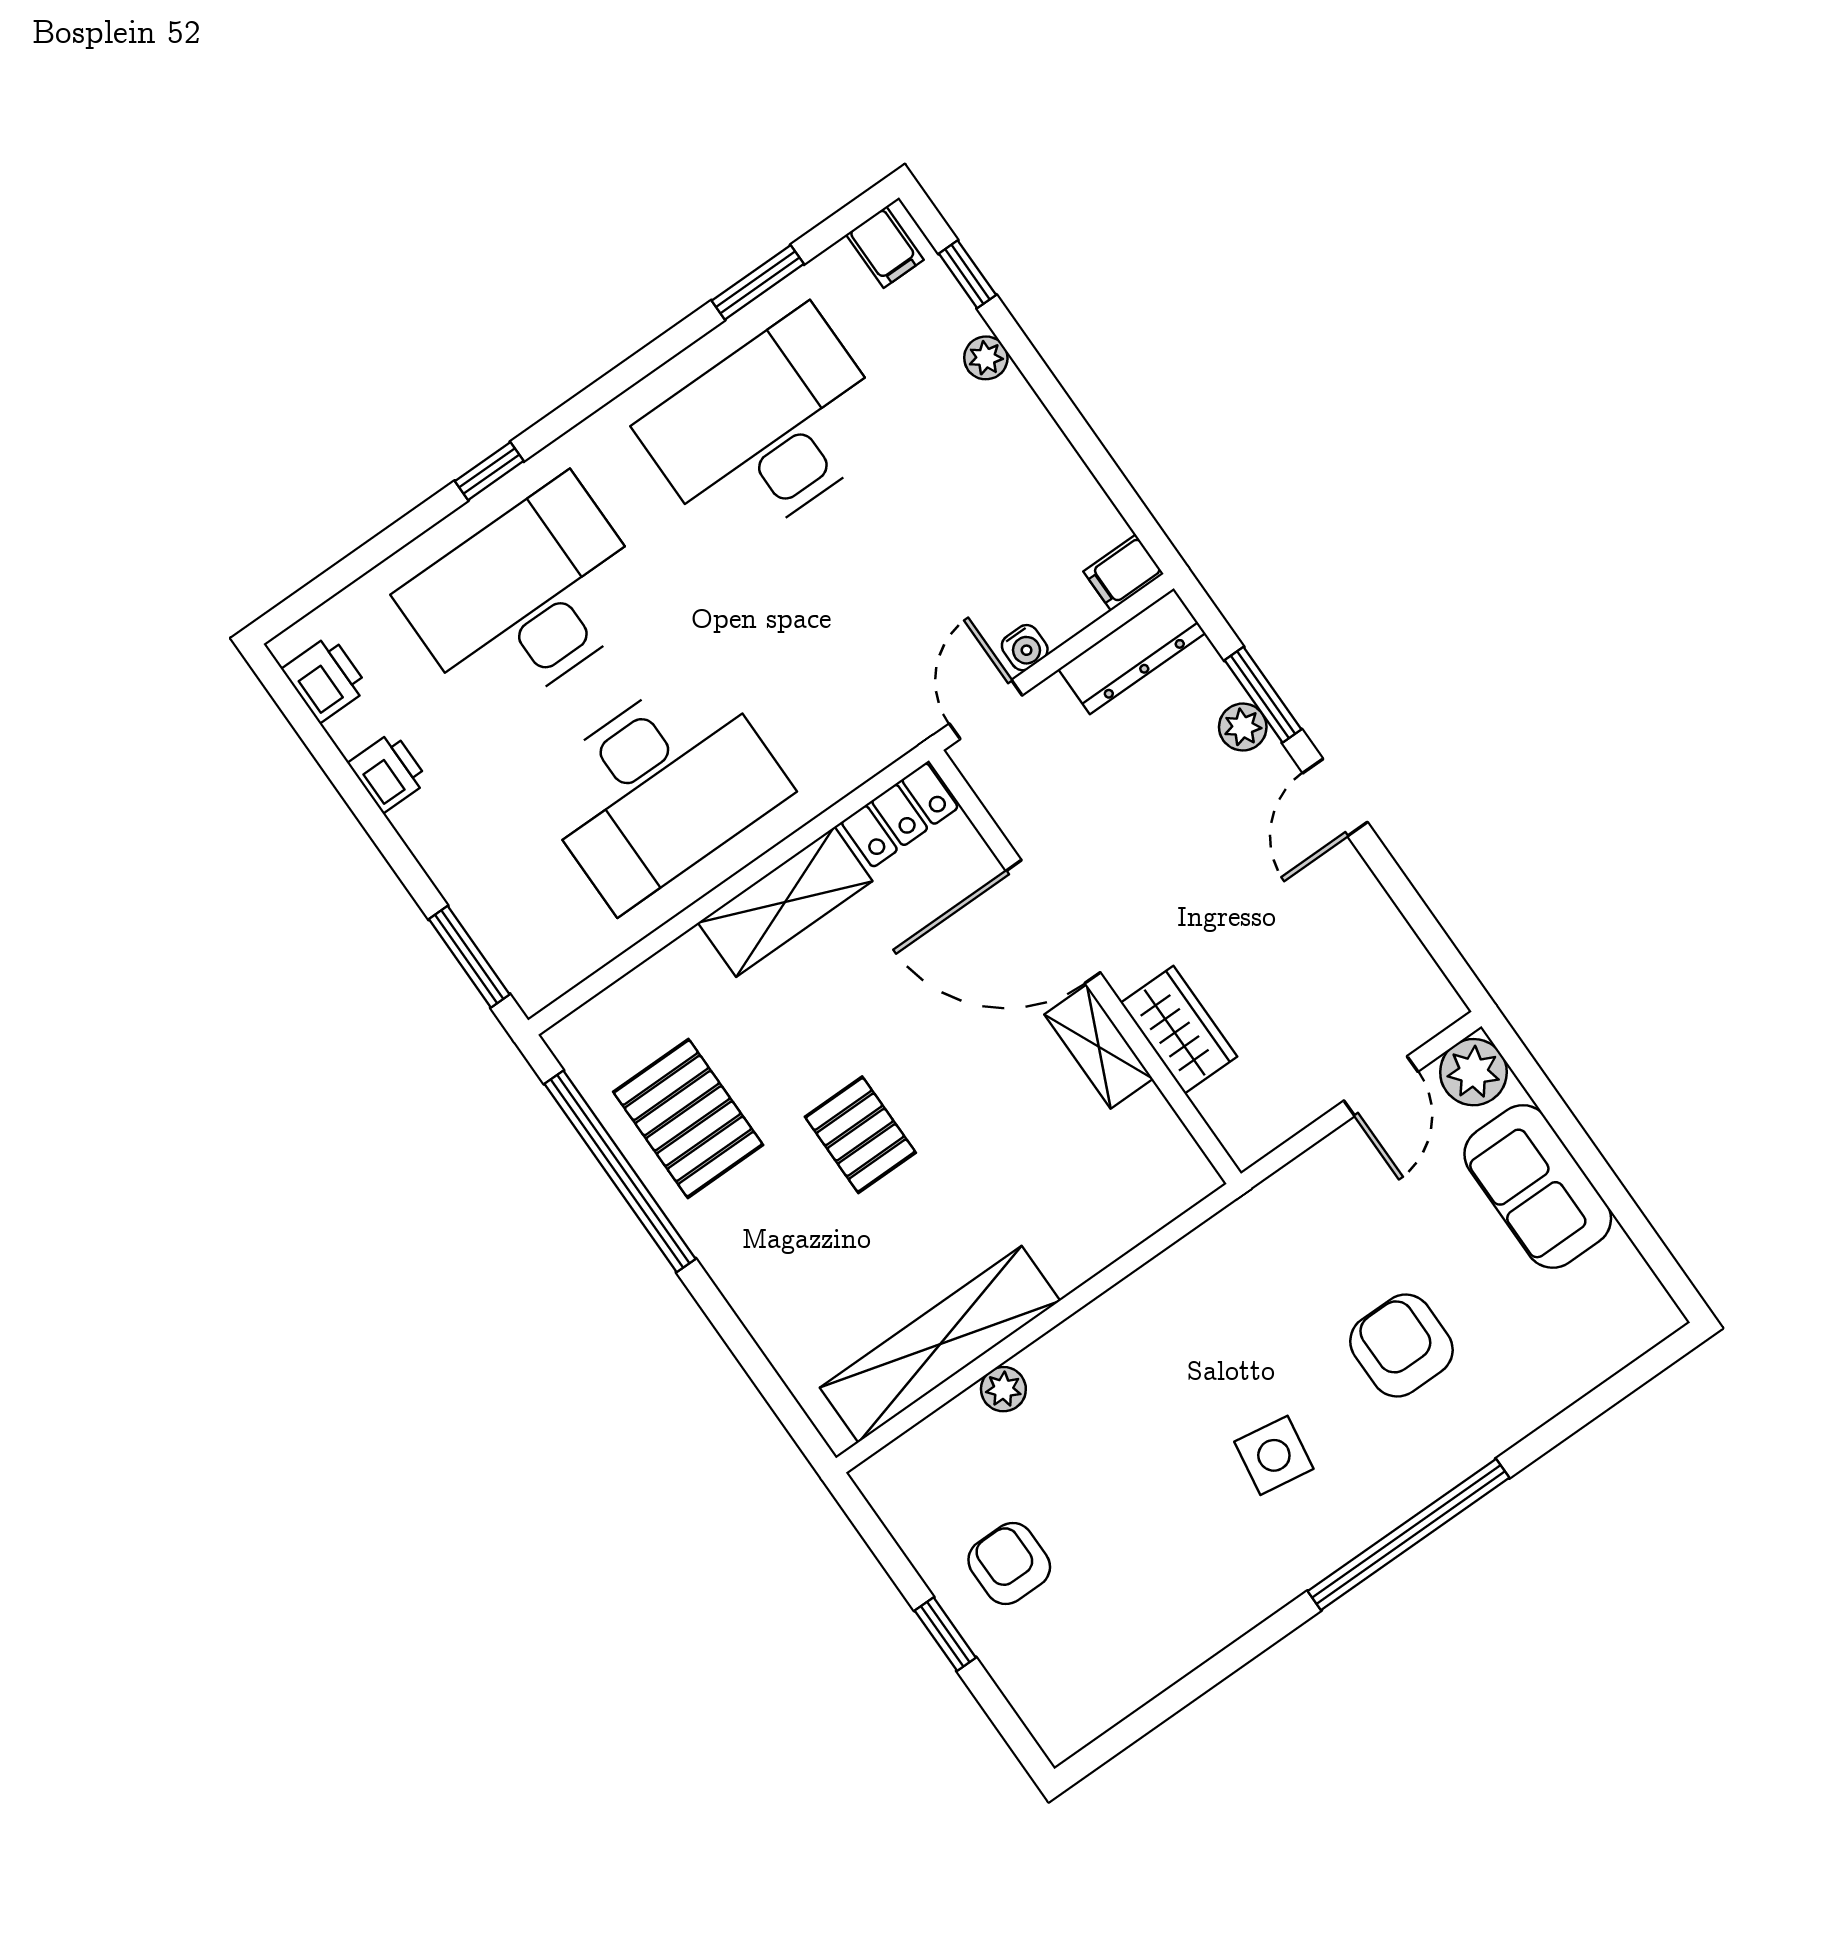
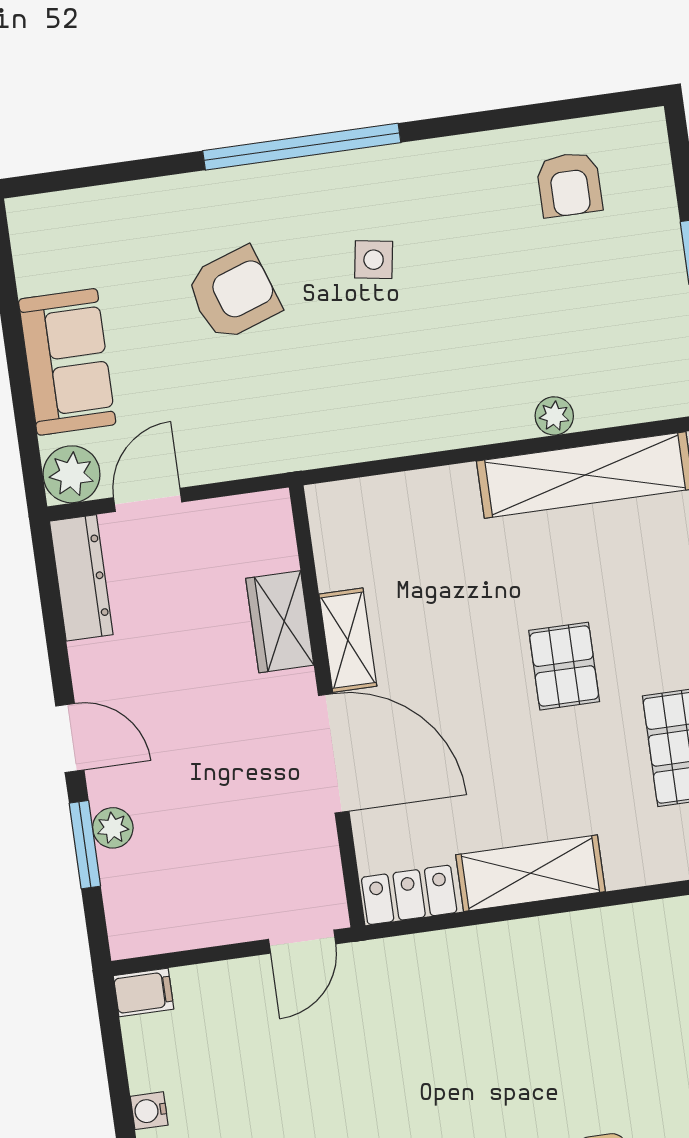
water cooler: (1025, 648) -> (149, 1111), moved, turned -90
dresser: (1132, 651) -> (81, 578), moved, turned 90
desk: (660, 787) -> (581, 1009), removed
door: (1335, 798) -> (70, 738), hinge flipped
armchair: (1401, 1346) -> (233, 294), turned -109
side table: (1274, 1455) -> (374, 260), width x0.73, depth x0.73
armchair: (1009, 1563) -> (569, 184), moved

